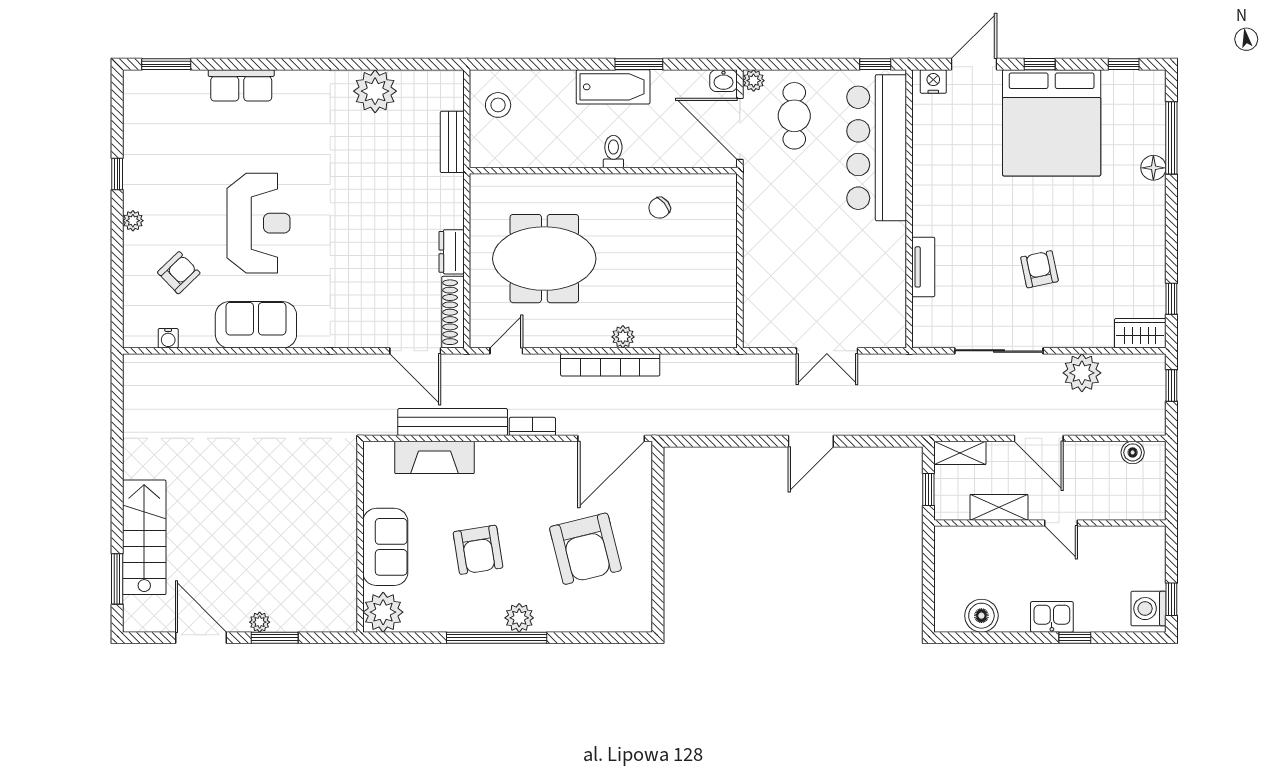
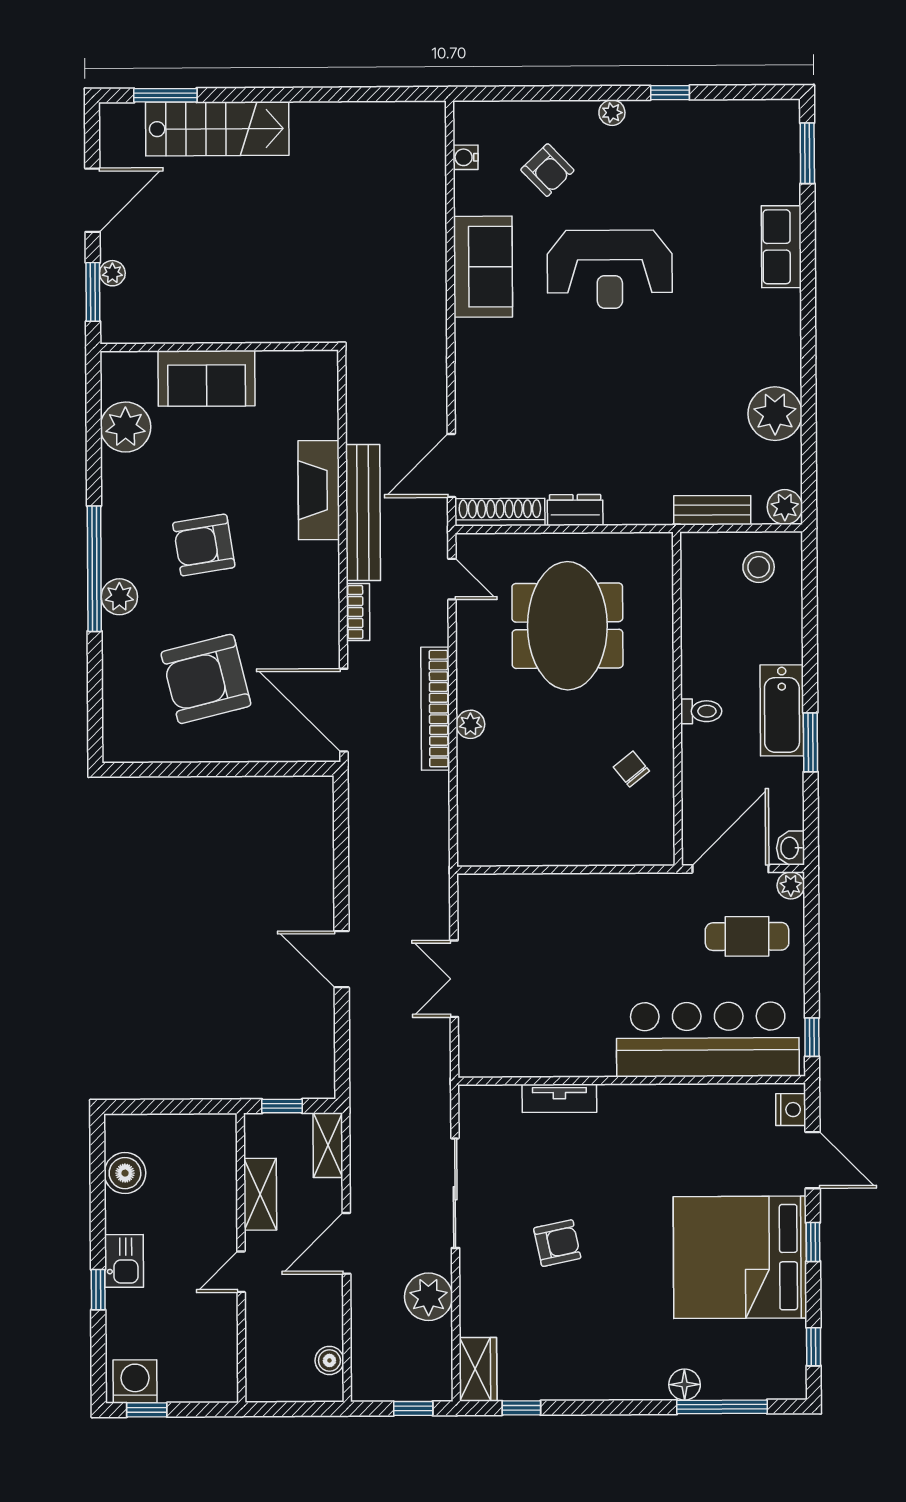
plant: (450, 84) -> (785, 507), added
wall: (360, 537) -> (219, 347), moved
sofa: (385, 547) -> (207, 378), moved

